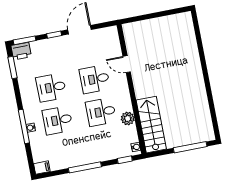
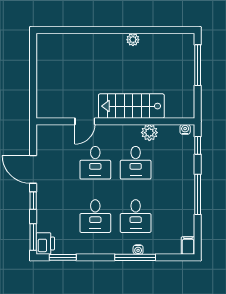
plant: (201, 90) -> (133, 40), added
stairs: (151, 125) -> (131, 106), moved

